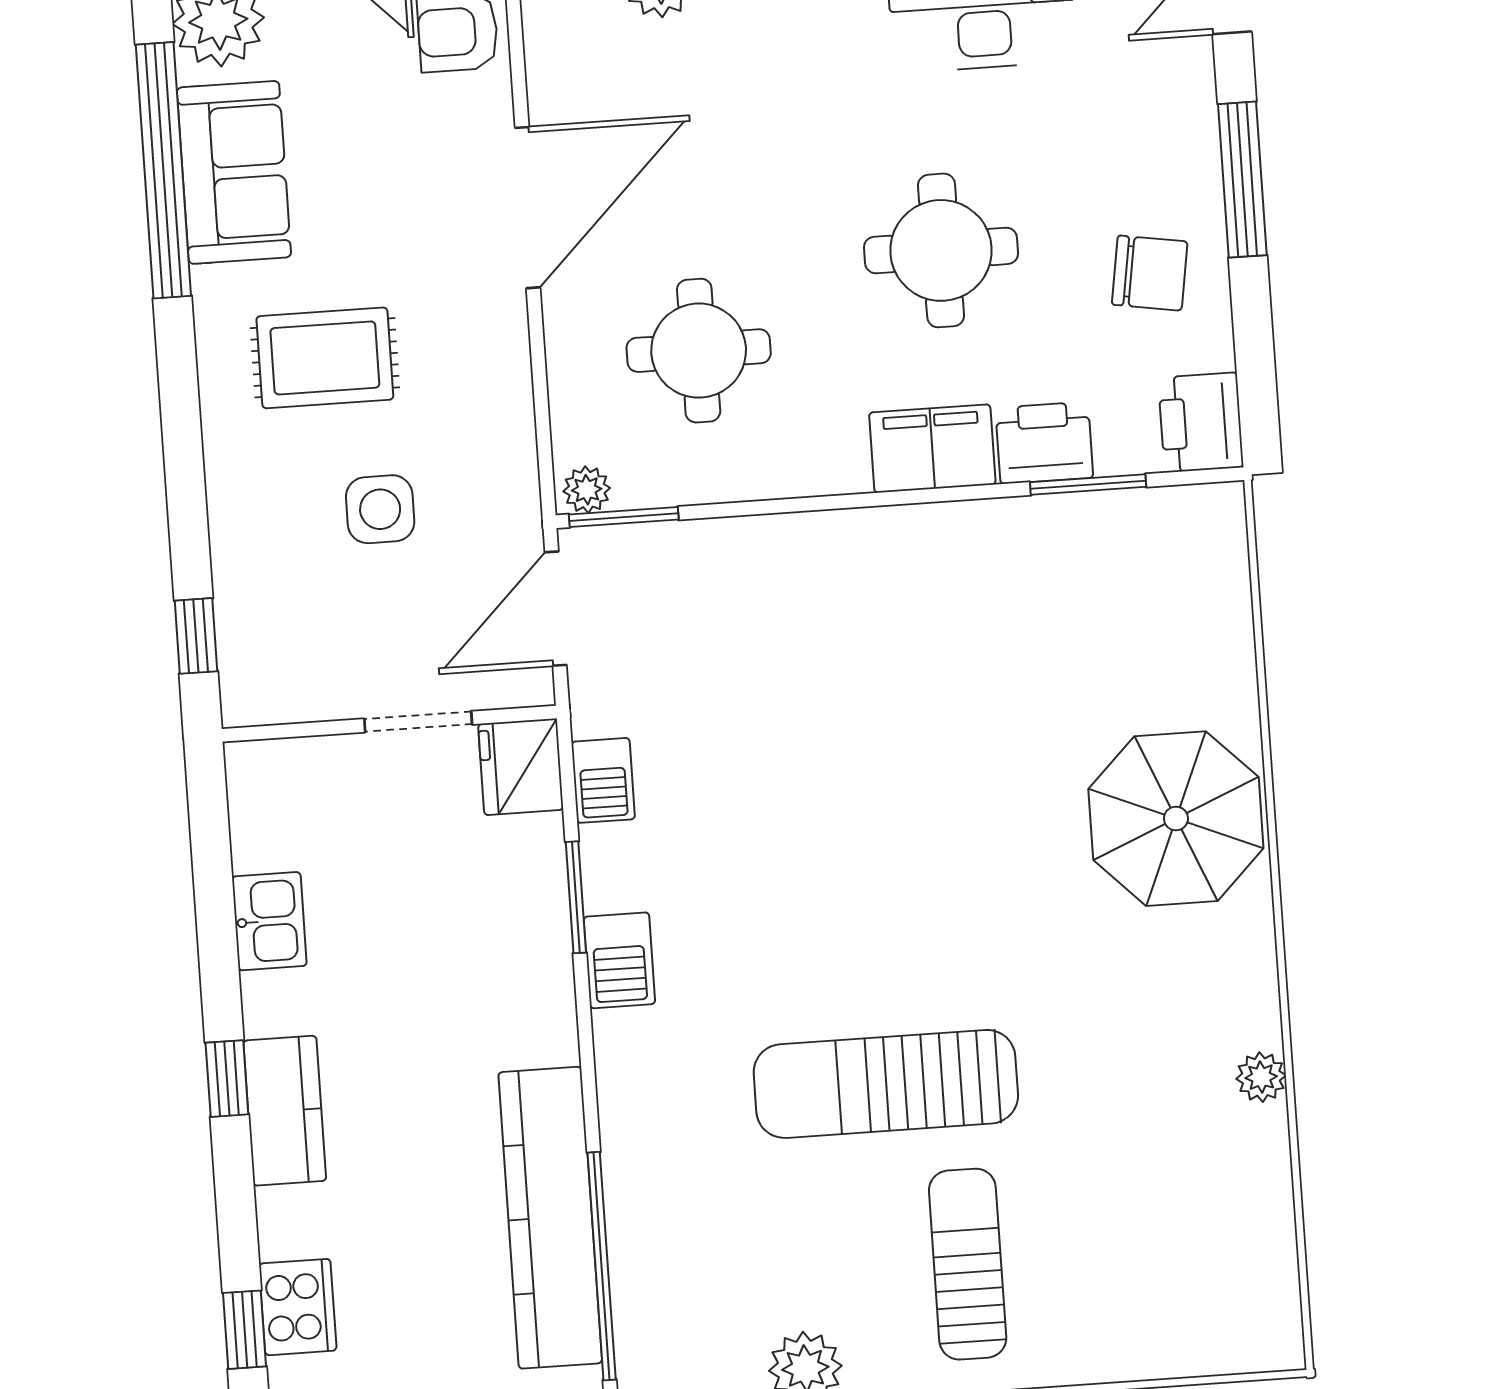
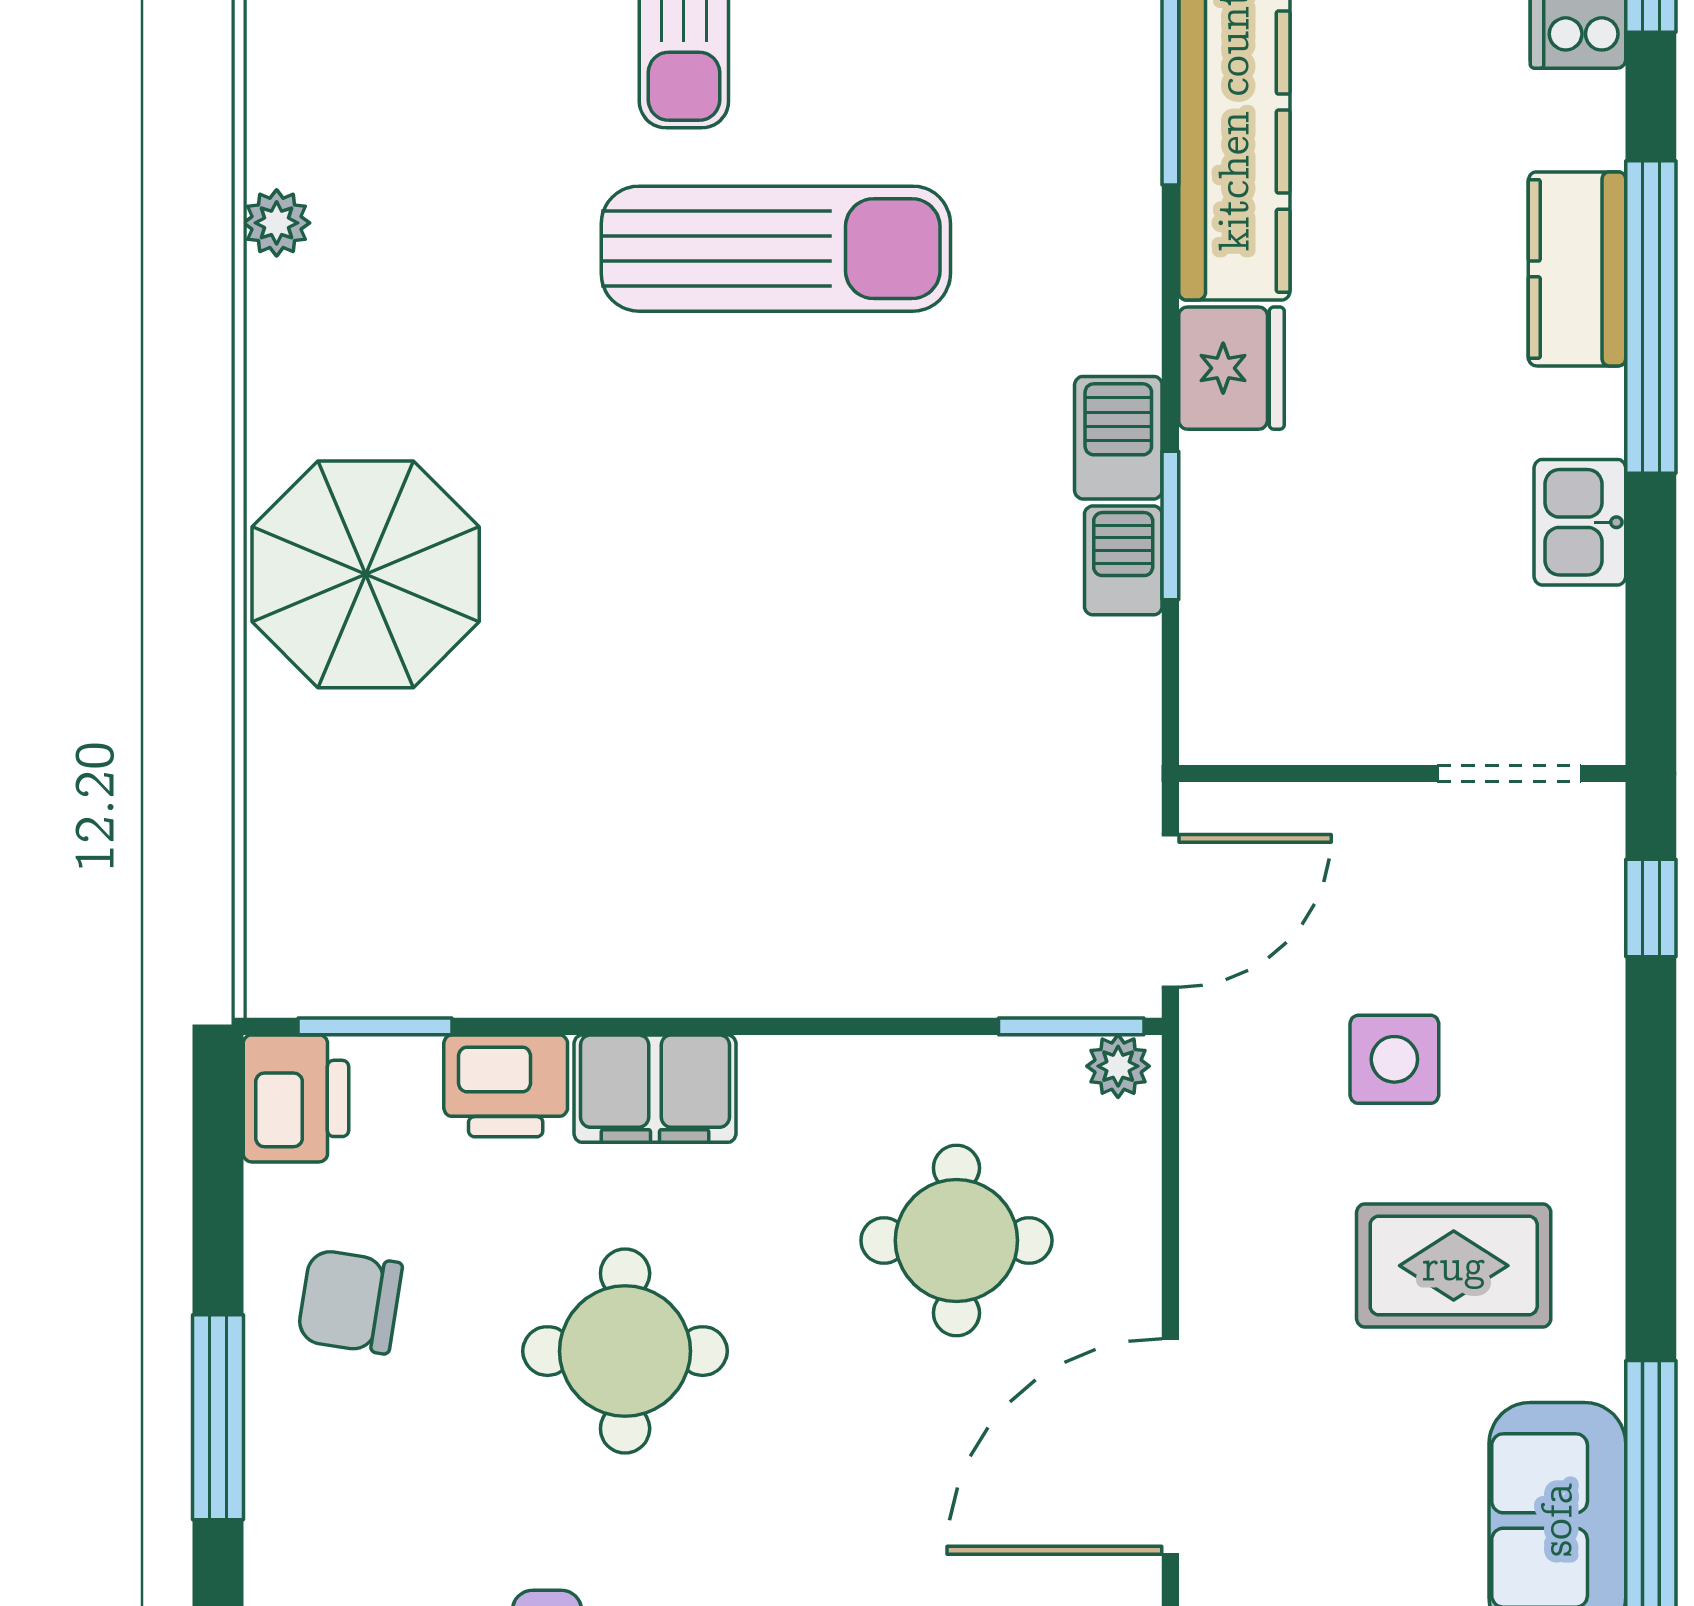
window: (1088, 485) -> (375, 1026), moved
doorway: (418, 722) -> (1509, 773), moved
fridge: (521, 767) -> (1231, 368), moved
barbecue: (603, 780) -> (1123, 560), moved
window: (227, 1079) -> (1651, 317), width x3.17

